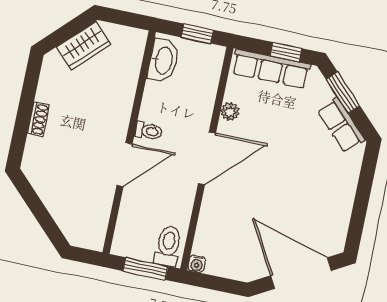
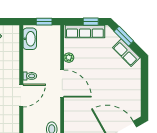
door: (207, 158) -> (62, 84), hinge flipped

